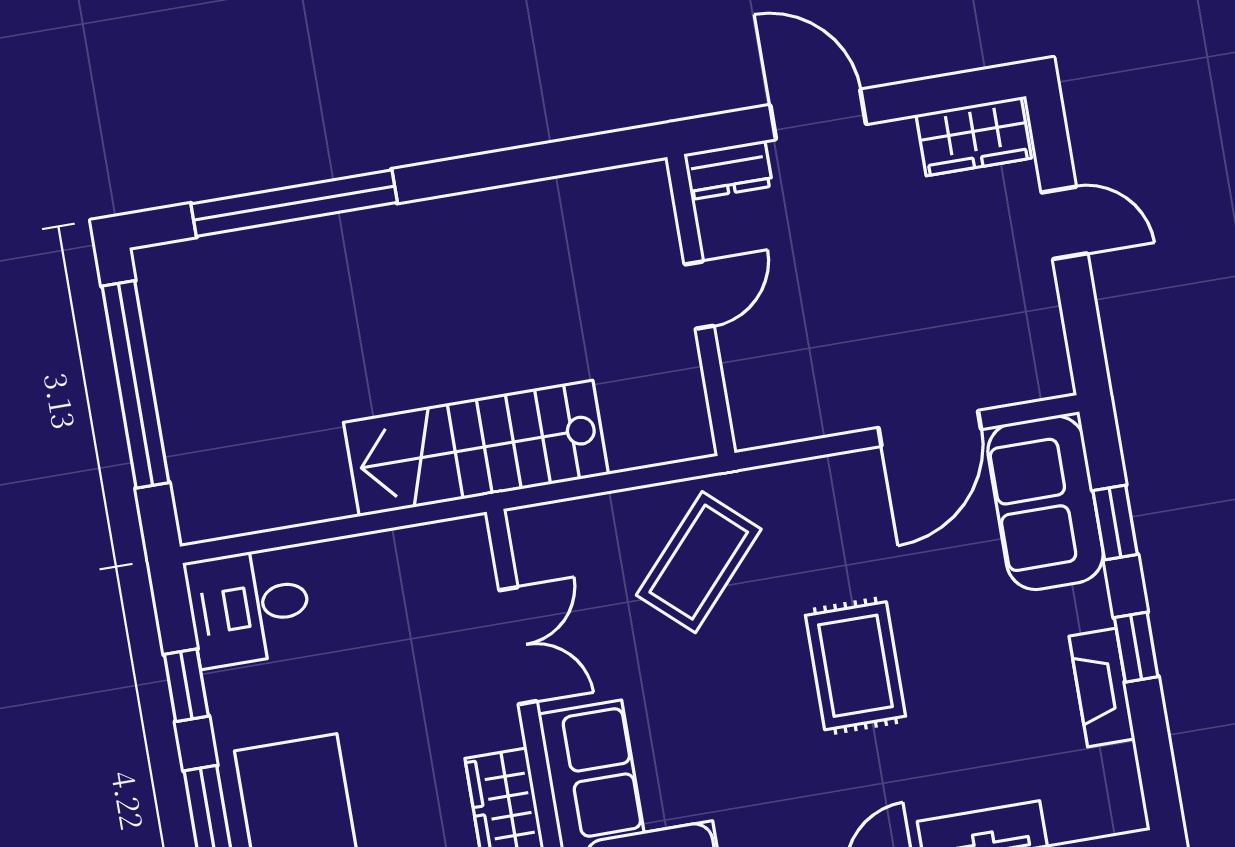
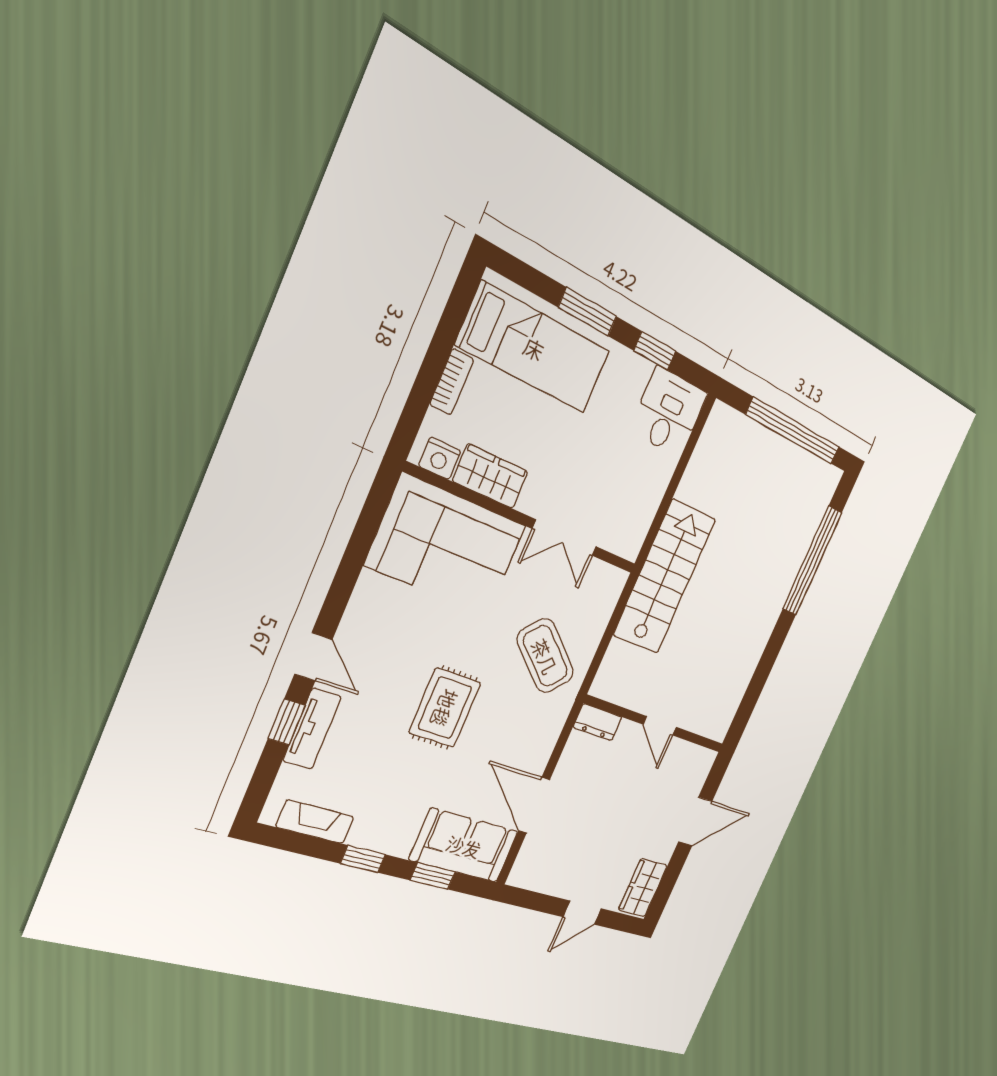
dresser: (728, 170) -> (598, 722), moved, turned -90
rug: (856, 666) -> (445, 708), turned 90
fireplace: (1102, 688) -> (315, 822), moved

